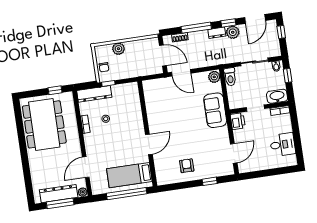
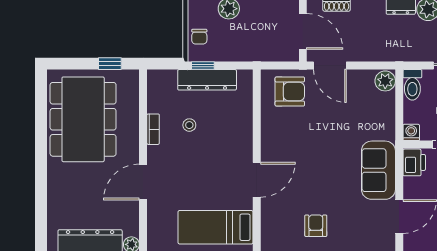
armchair: (160, 91) -> (290, 92), added
dresser: (94, 94) -> (207, 80), moved
washing machine: (234, 104) -> (411, 132), added
sofa: (215, 110) -> (378, 170), moved
door: (86, 167) -> (143, 182), moved

